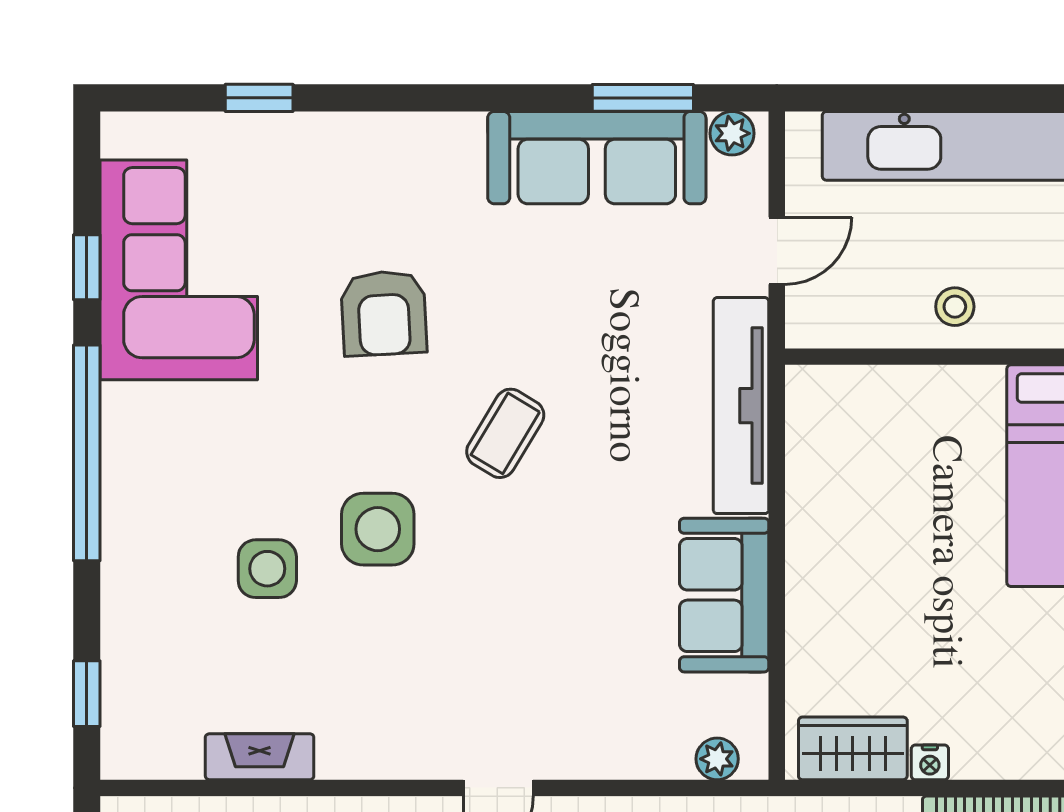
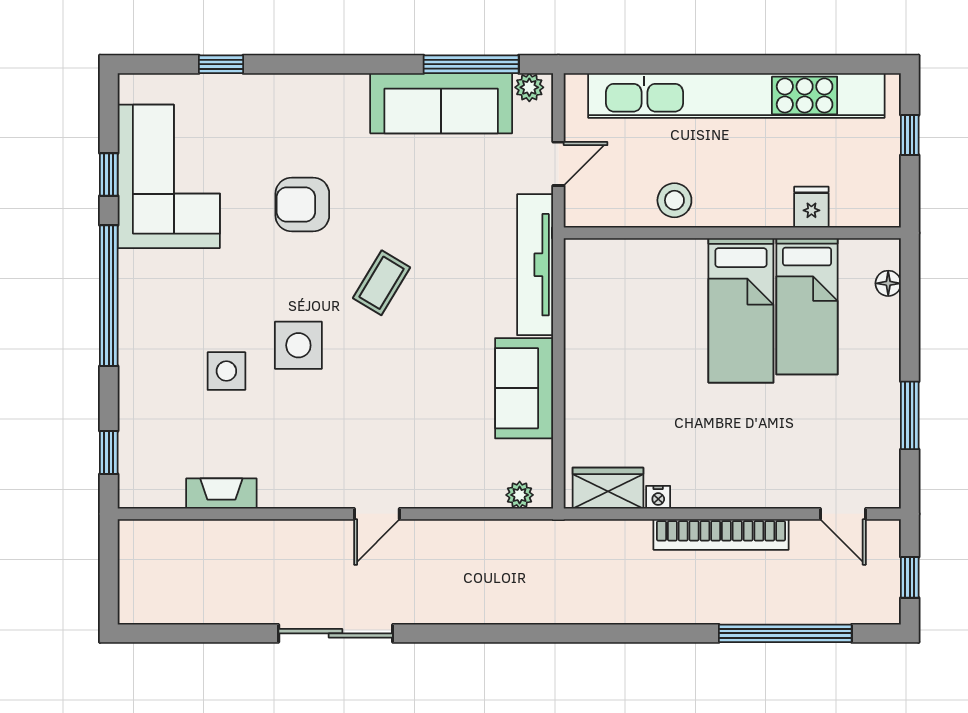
window: (643, 98) -> (471, 64), width x1.44
stool: (955, 307) -> (674, 200), width x1.37, depth x1.37
armchair: (384, 313) -> (302, 205), turned 93

